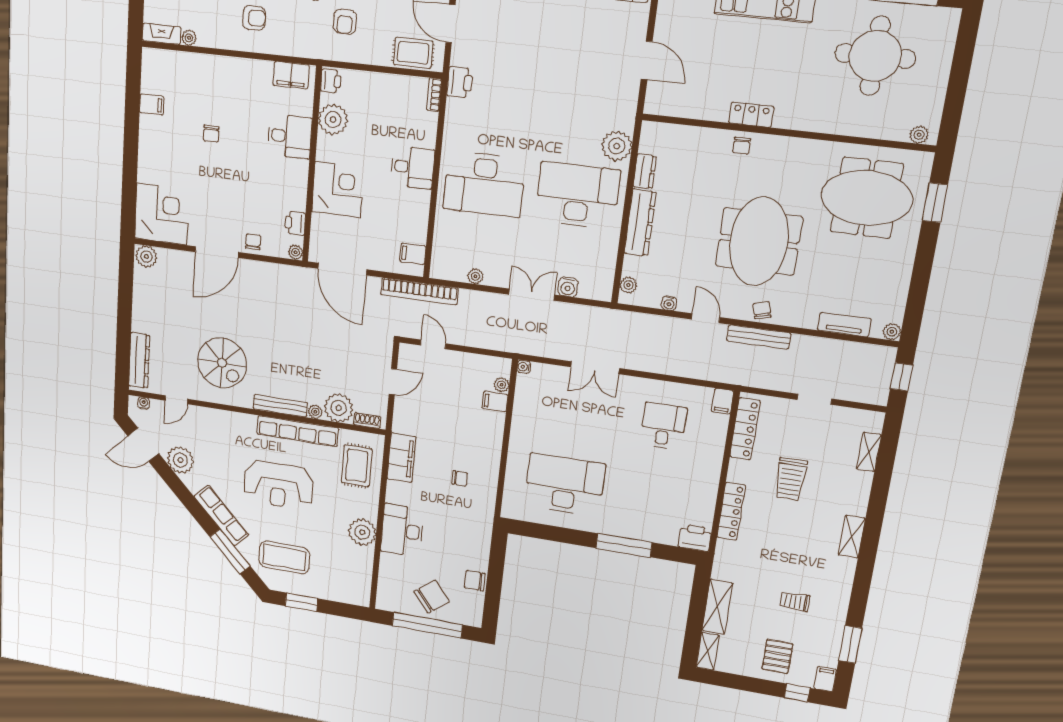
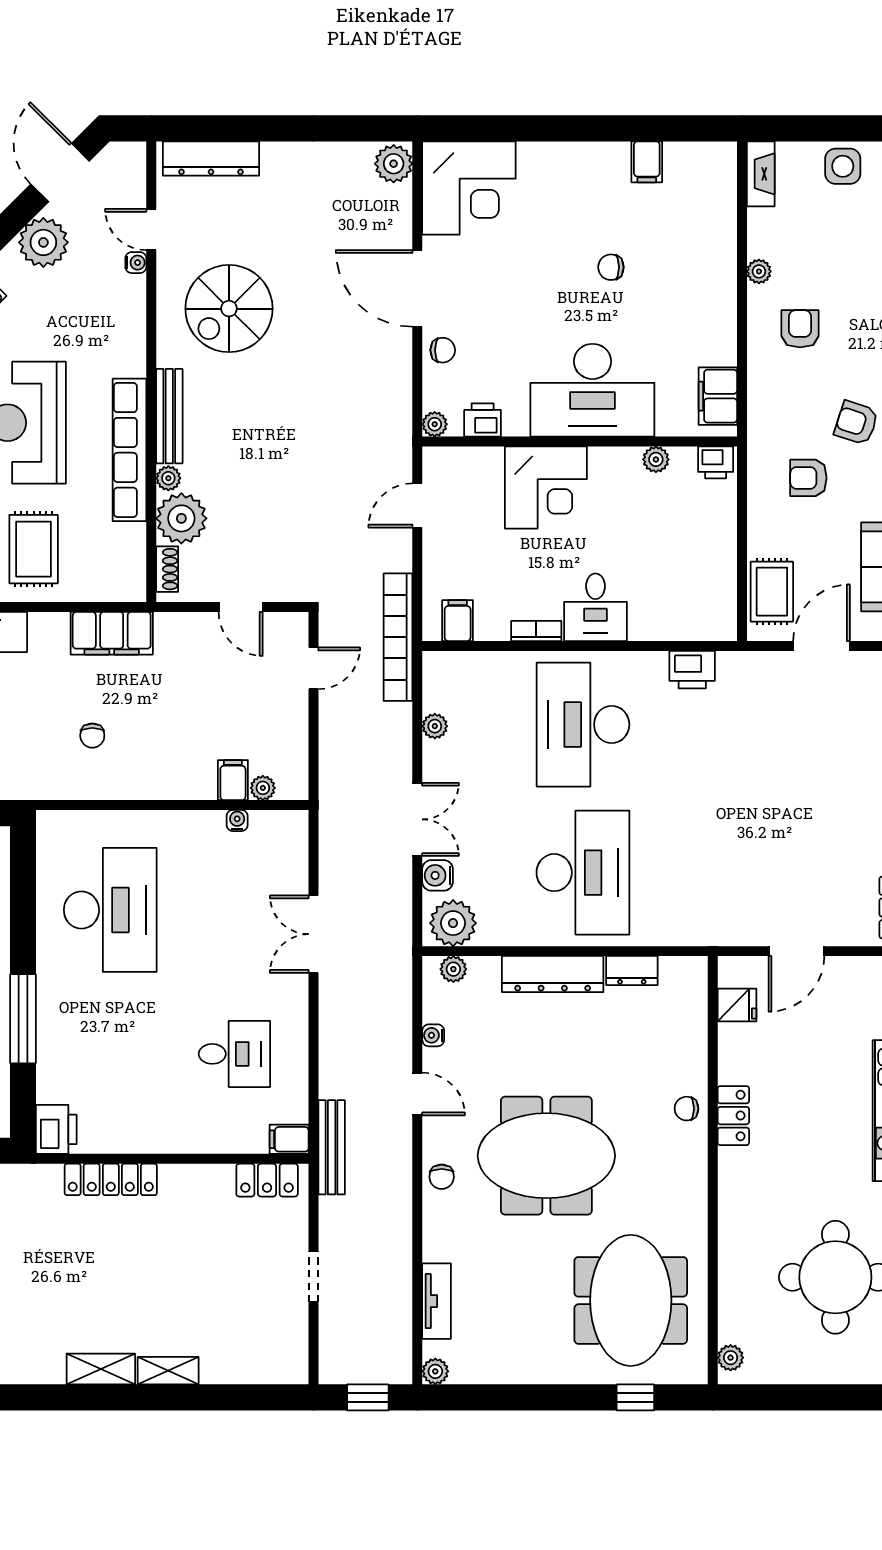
armchair: (254, 18) -> (800, 329), turned 180
plant: (189, 38) -> (759, 271), moved
printer: (460, 82) -> (692, 670), moved
bookcase: (434, 95) -> (536, 631), moved
fridge: (677, 104) -> (737, 1005), added
plant: (333, 120) -> (656, 459), width x0.53, depth x0.53
desk: (290, 136) -> (592, 390), width x1.87, depth x1.30
plant: (617, 146) -> (453, 923), moved
window: (935, 203) -> (635, 1397), width x0.67
door: (342, 269) -> (417, 505), width x0.53
chair: (762, 310) -> (442, 1177), turned 104
door: (705, 318) -> (417, 1094), hinge flipped
bench: (759, 337) -> (332, 1147), moved
water cooler: (524, 367) -> (237, 821), moved
water cooler: (144, 403) -> (136, 263), moved
locker: (745, 429) -> (267, 1180), width x0.66
shelving: (869, 452) -> (168, 1371), moved
rug: (357, 466) -> (34, 549), moved, turned 90
trolley: (791, 479) -> (179, 1262), removed

